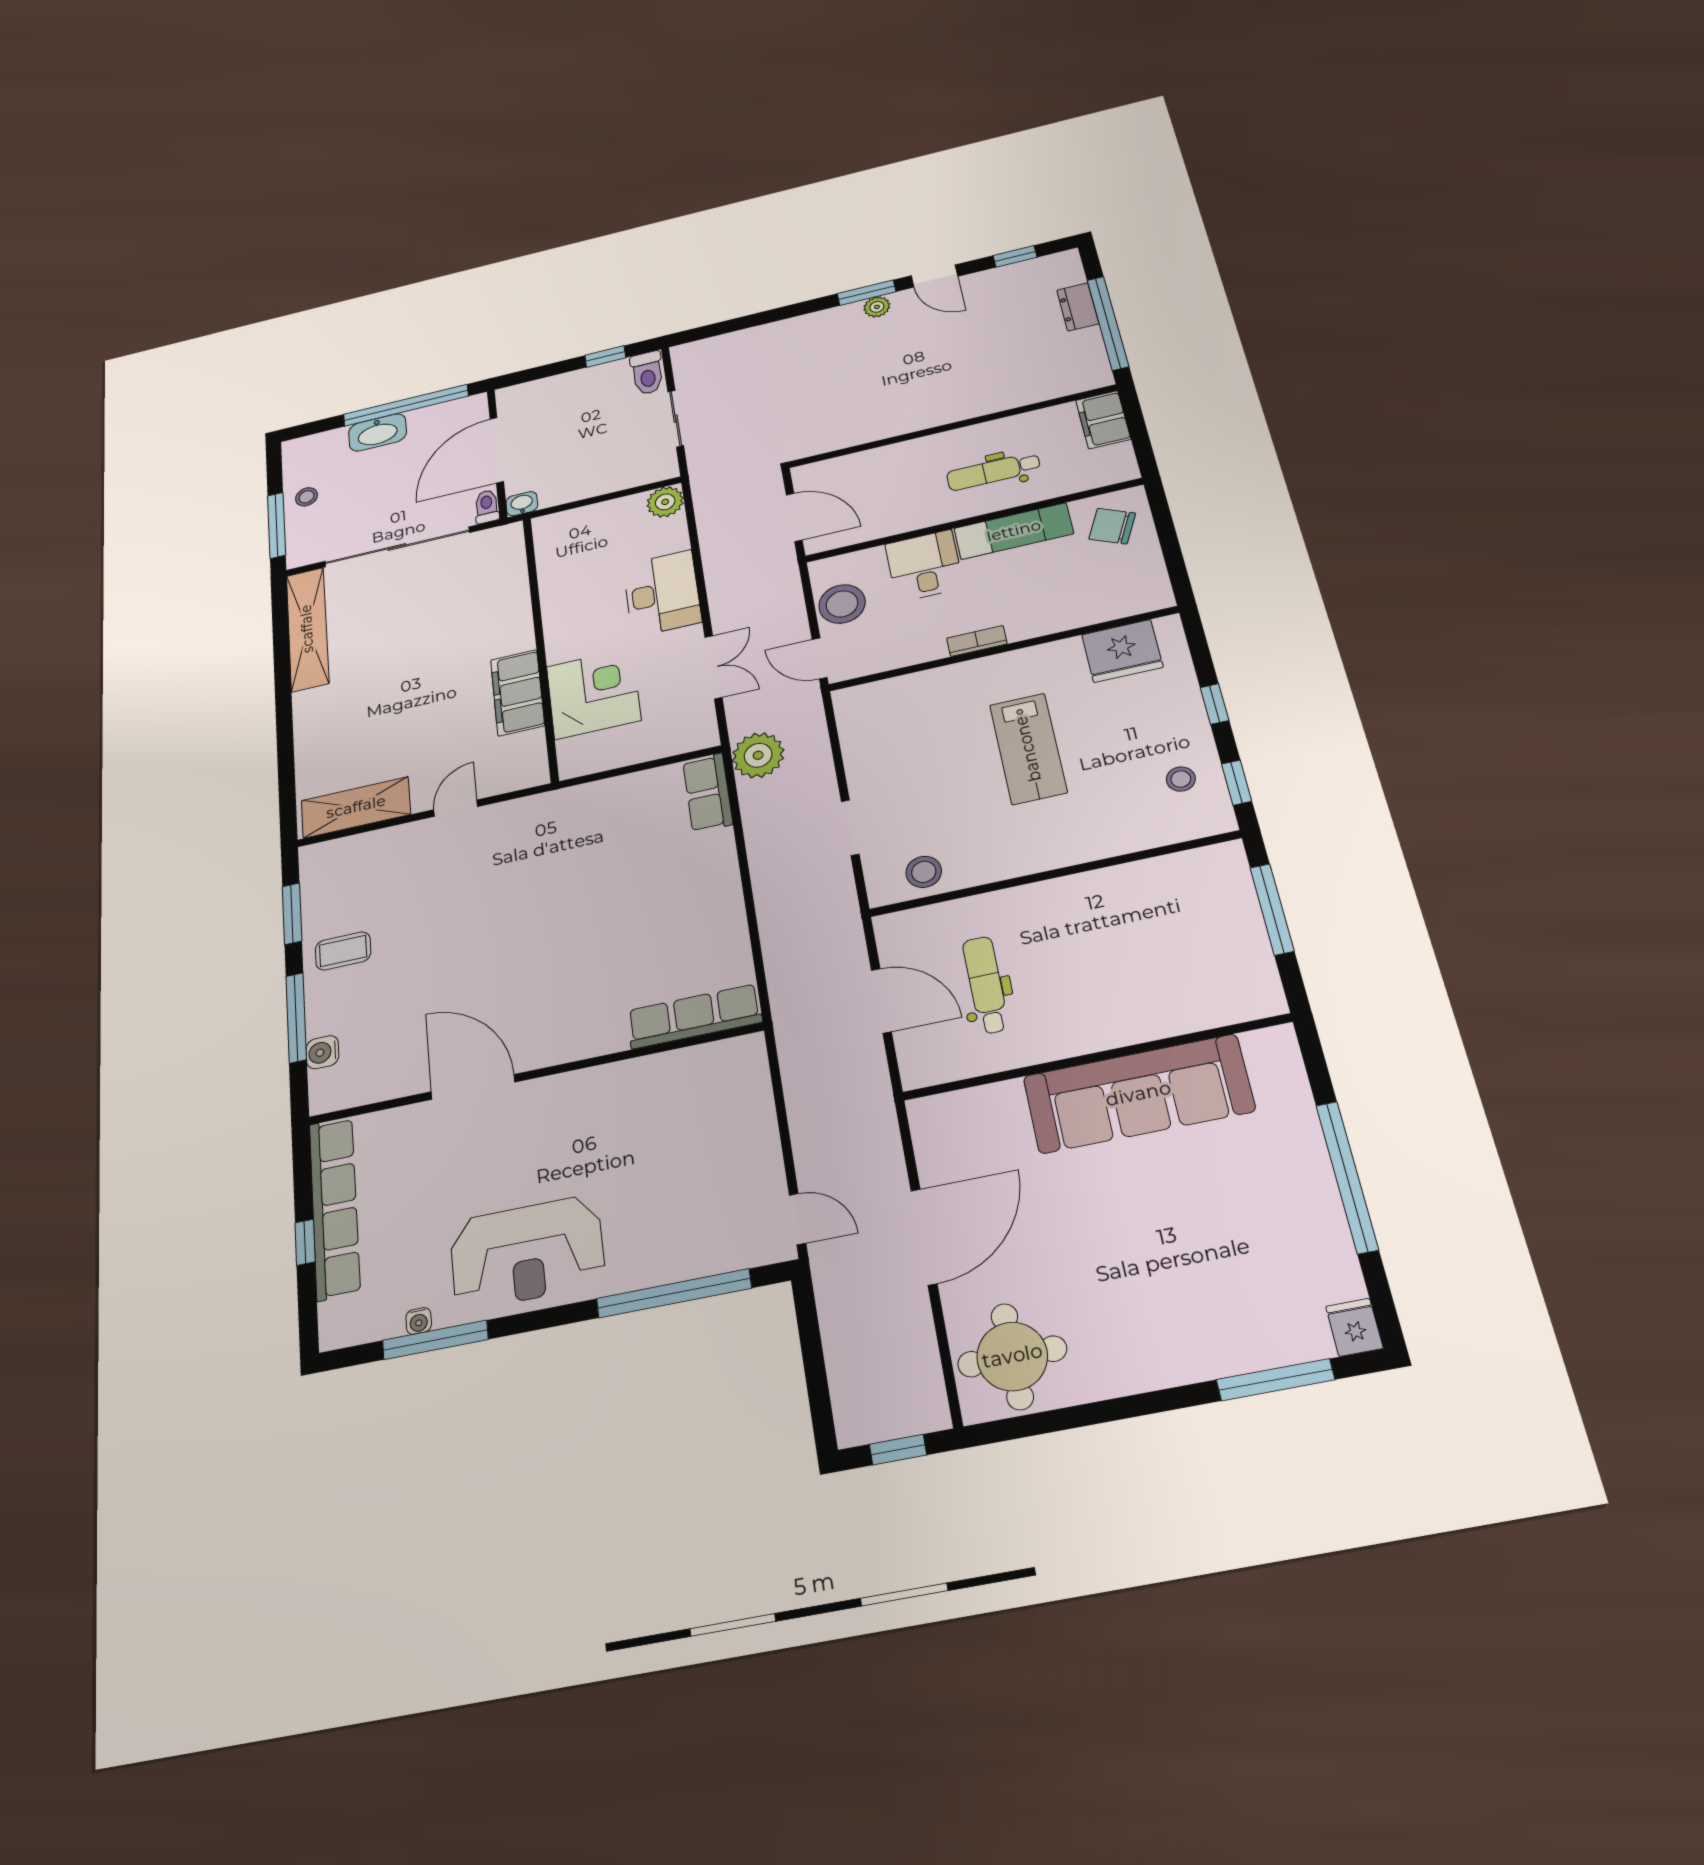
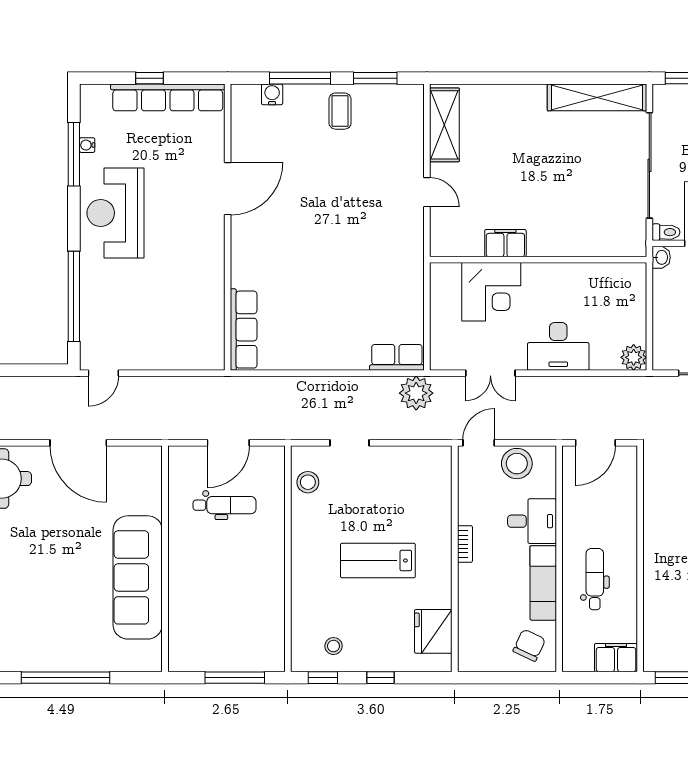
filing cabinet: (518, 693) -> (505, 243), width x0.67, depth x0.86

